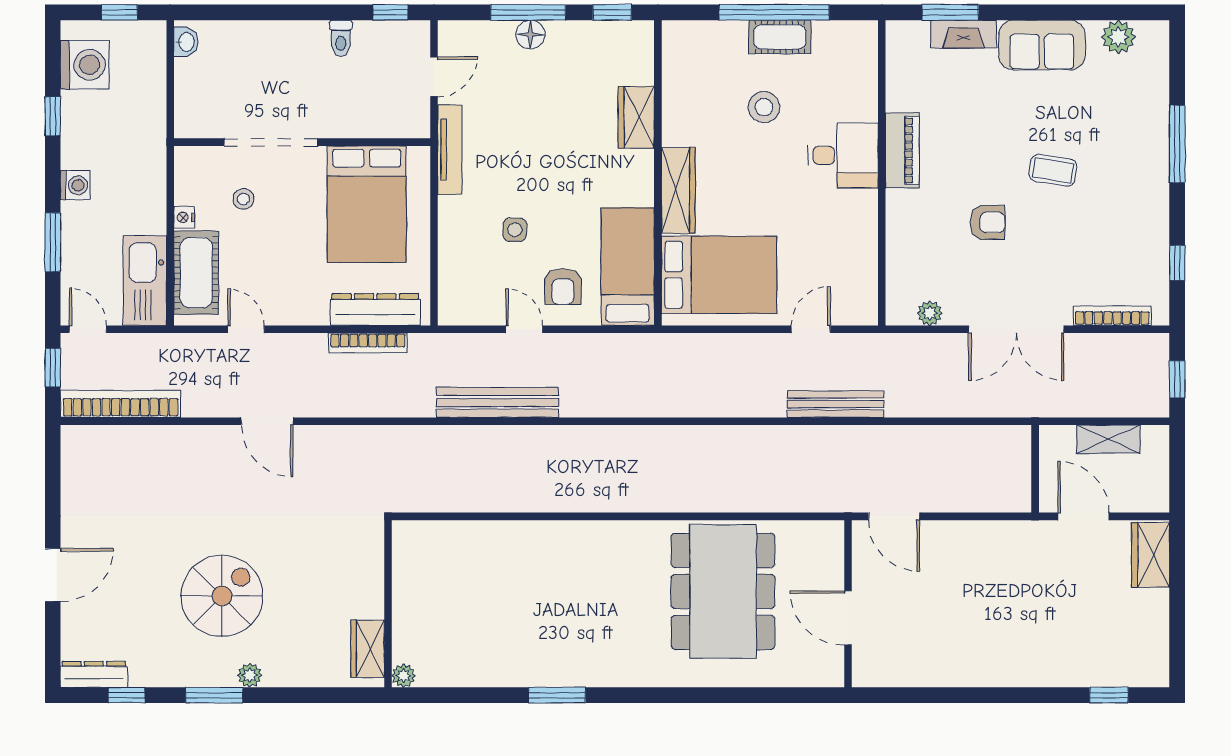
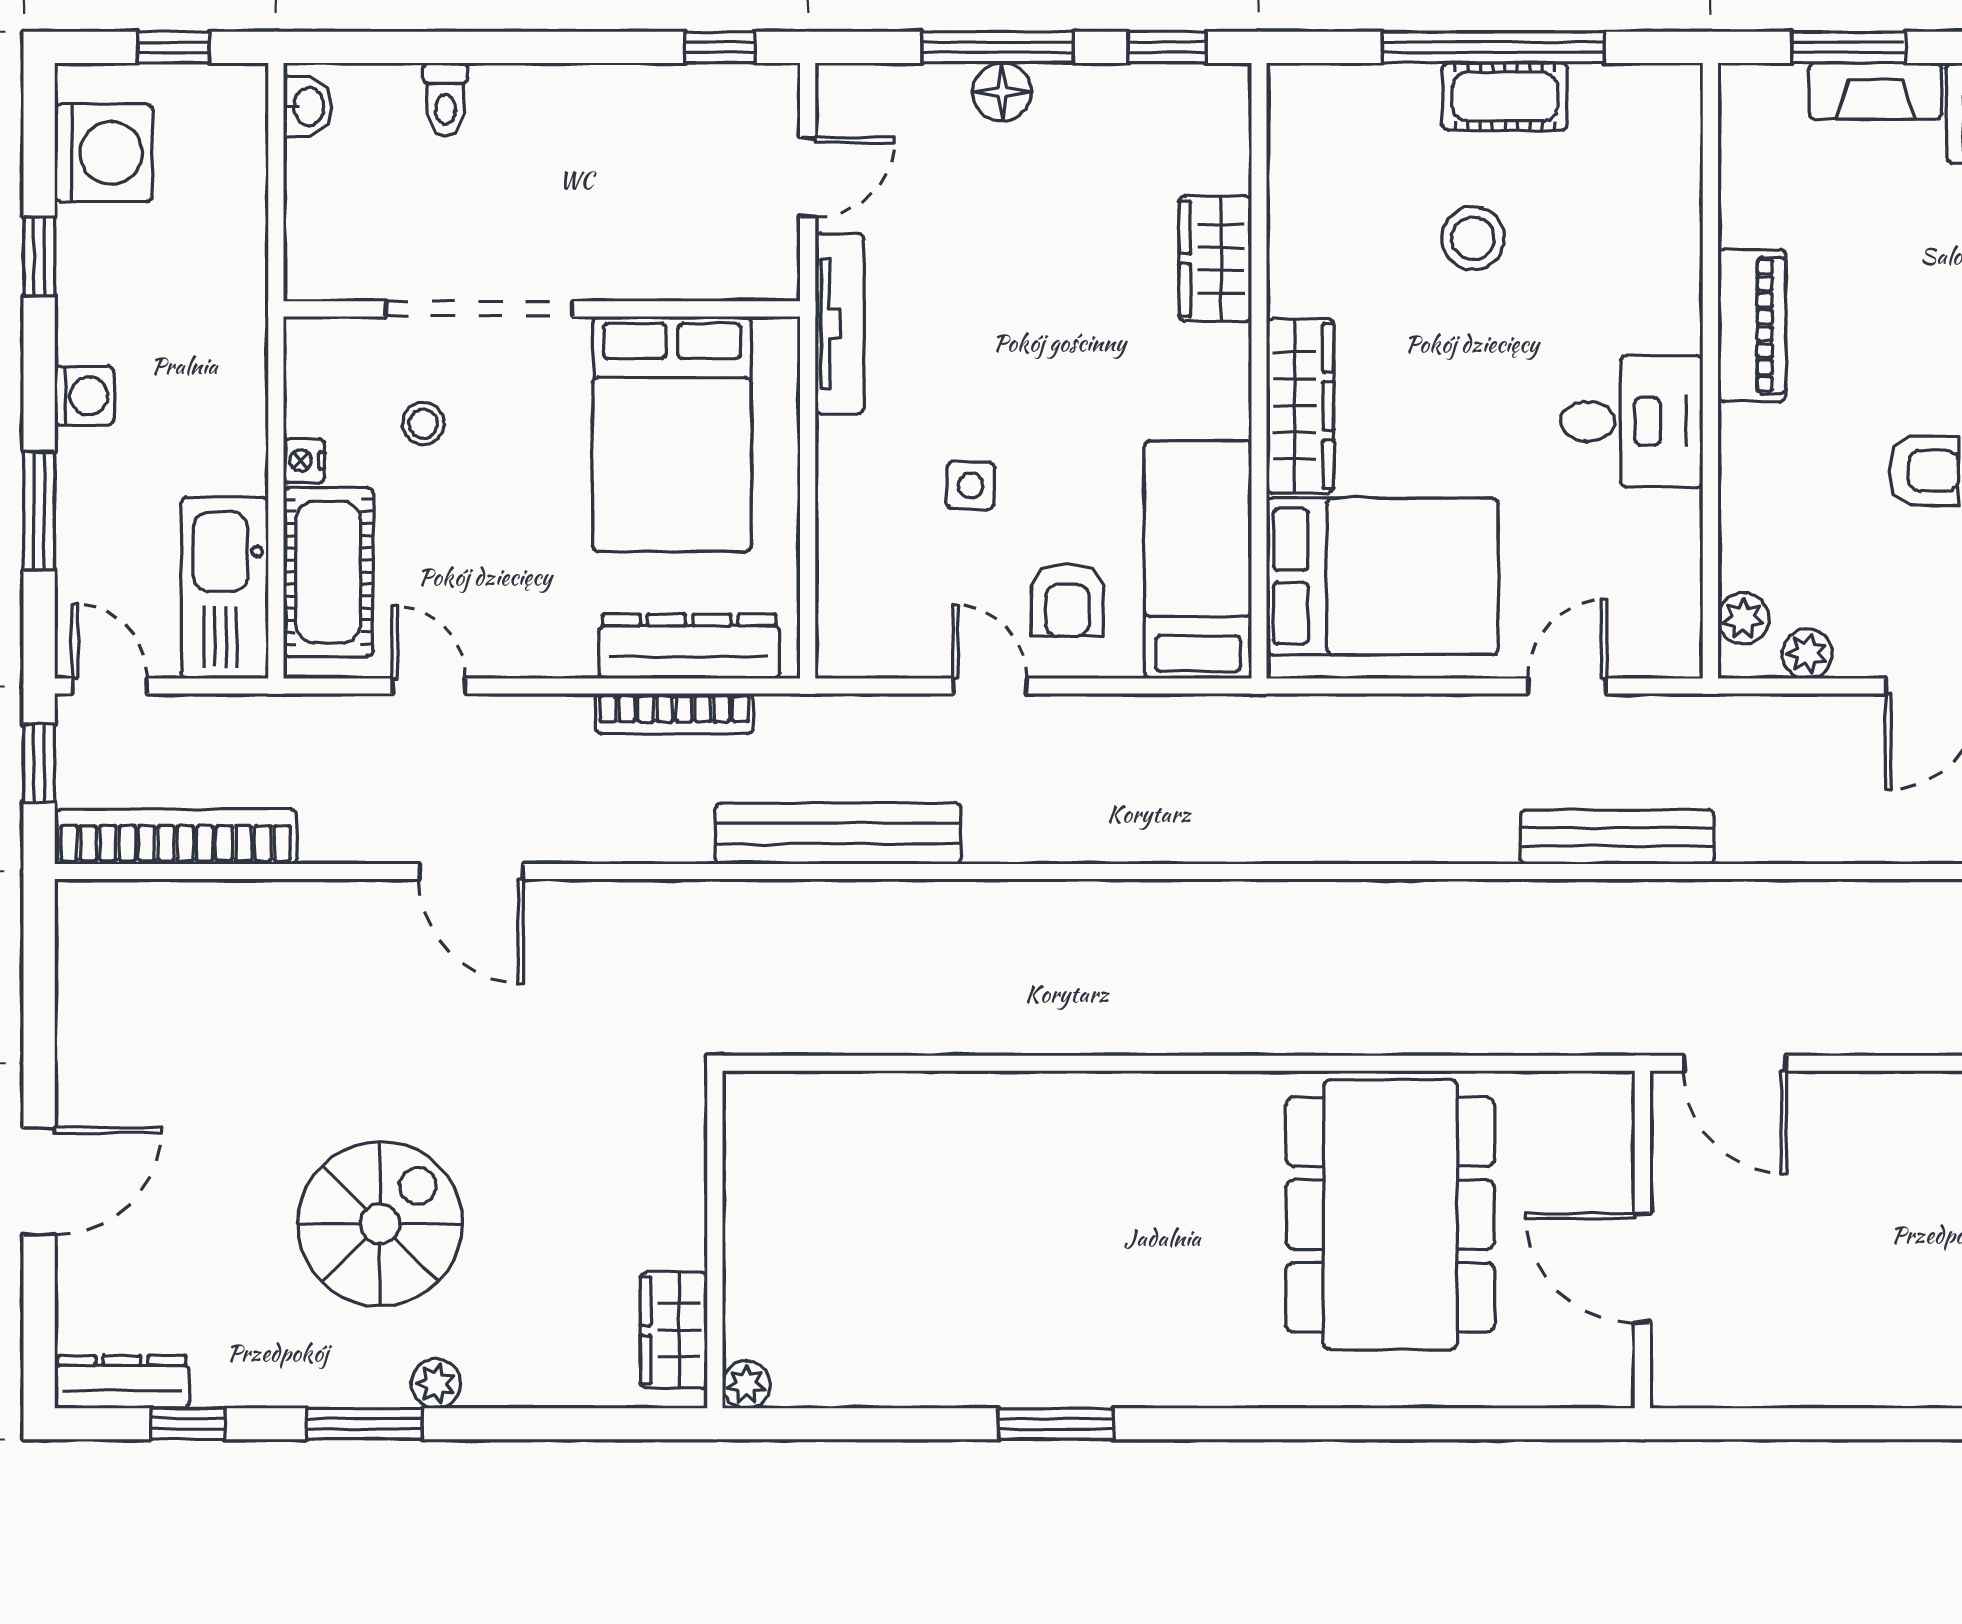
toilet: (341, 38) -> (445, 99), moved
desk: (843, 155) -> (1632, 421), moved
plant: (898, 296) -> (1743, 619), added
bench: (498, 402) -> (838, 834), moved

